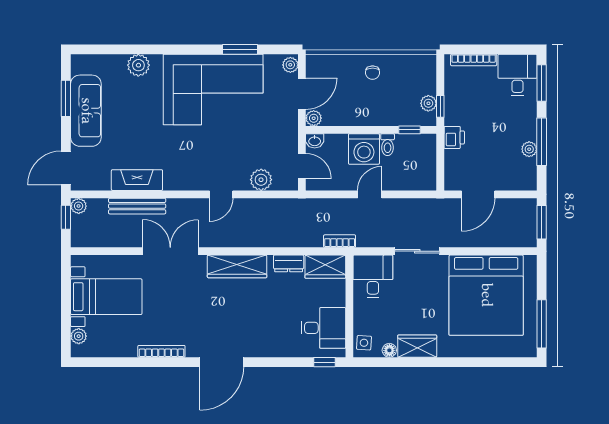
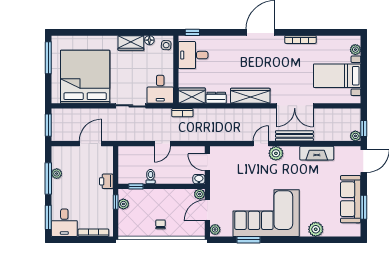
washing machine: (364, 149) -> (166, 174), removed
plant: (261, 180) -> (276, 153), moved
bench: (137, 206) -> (294, 136), moved

